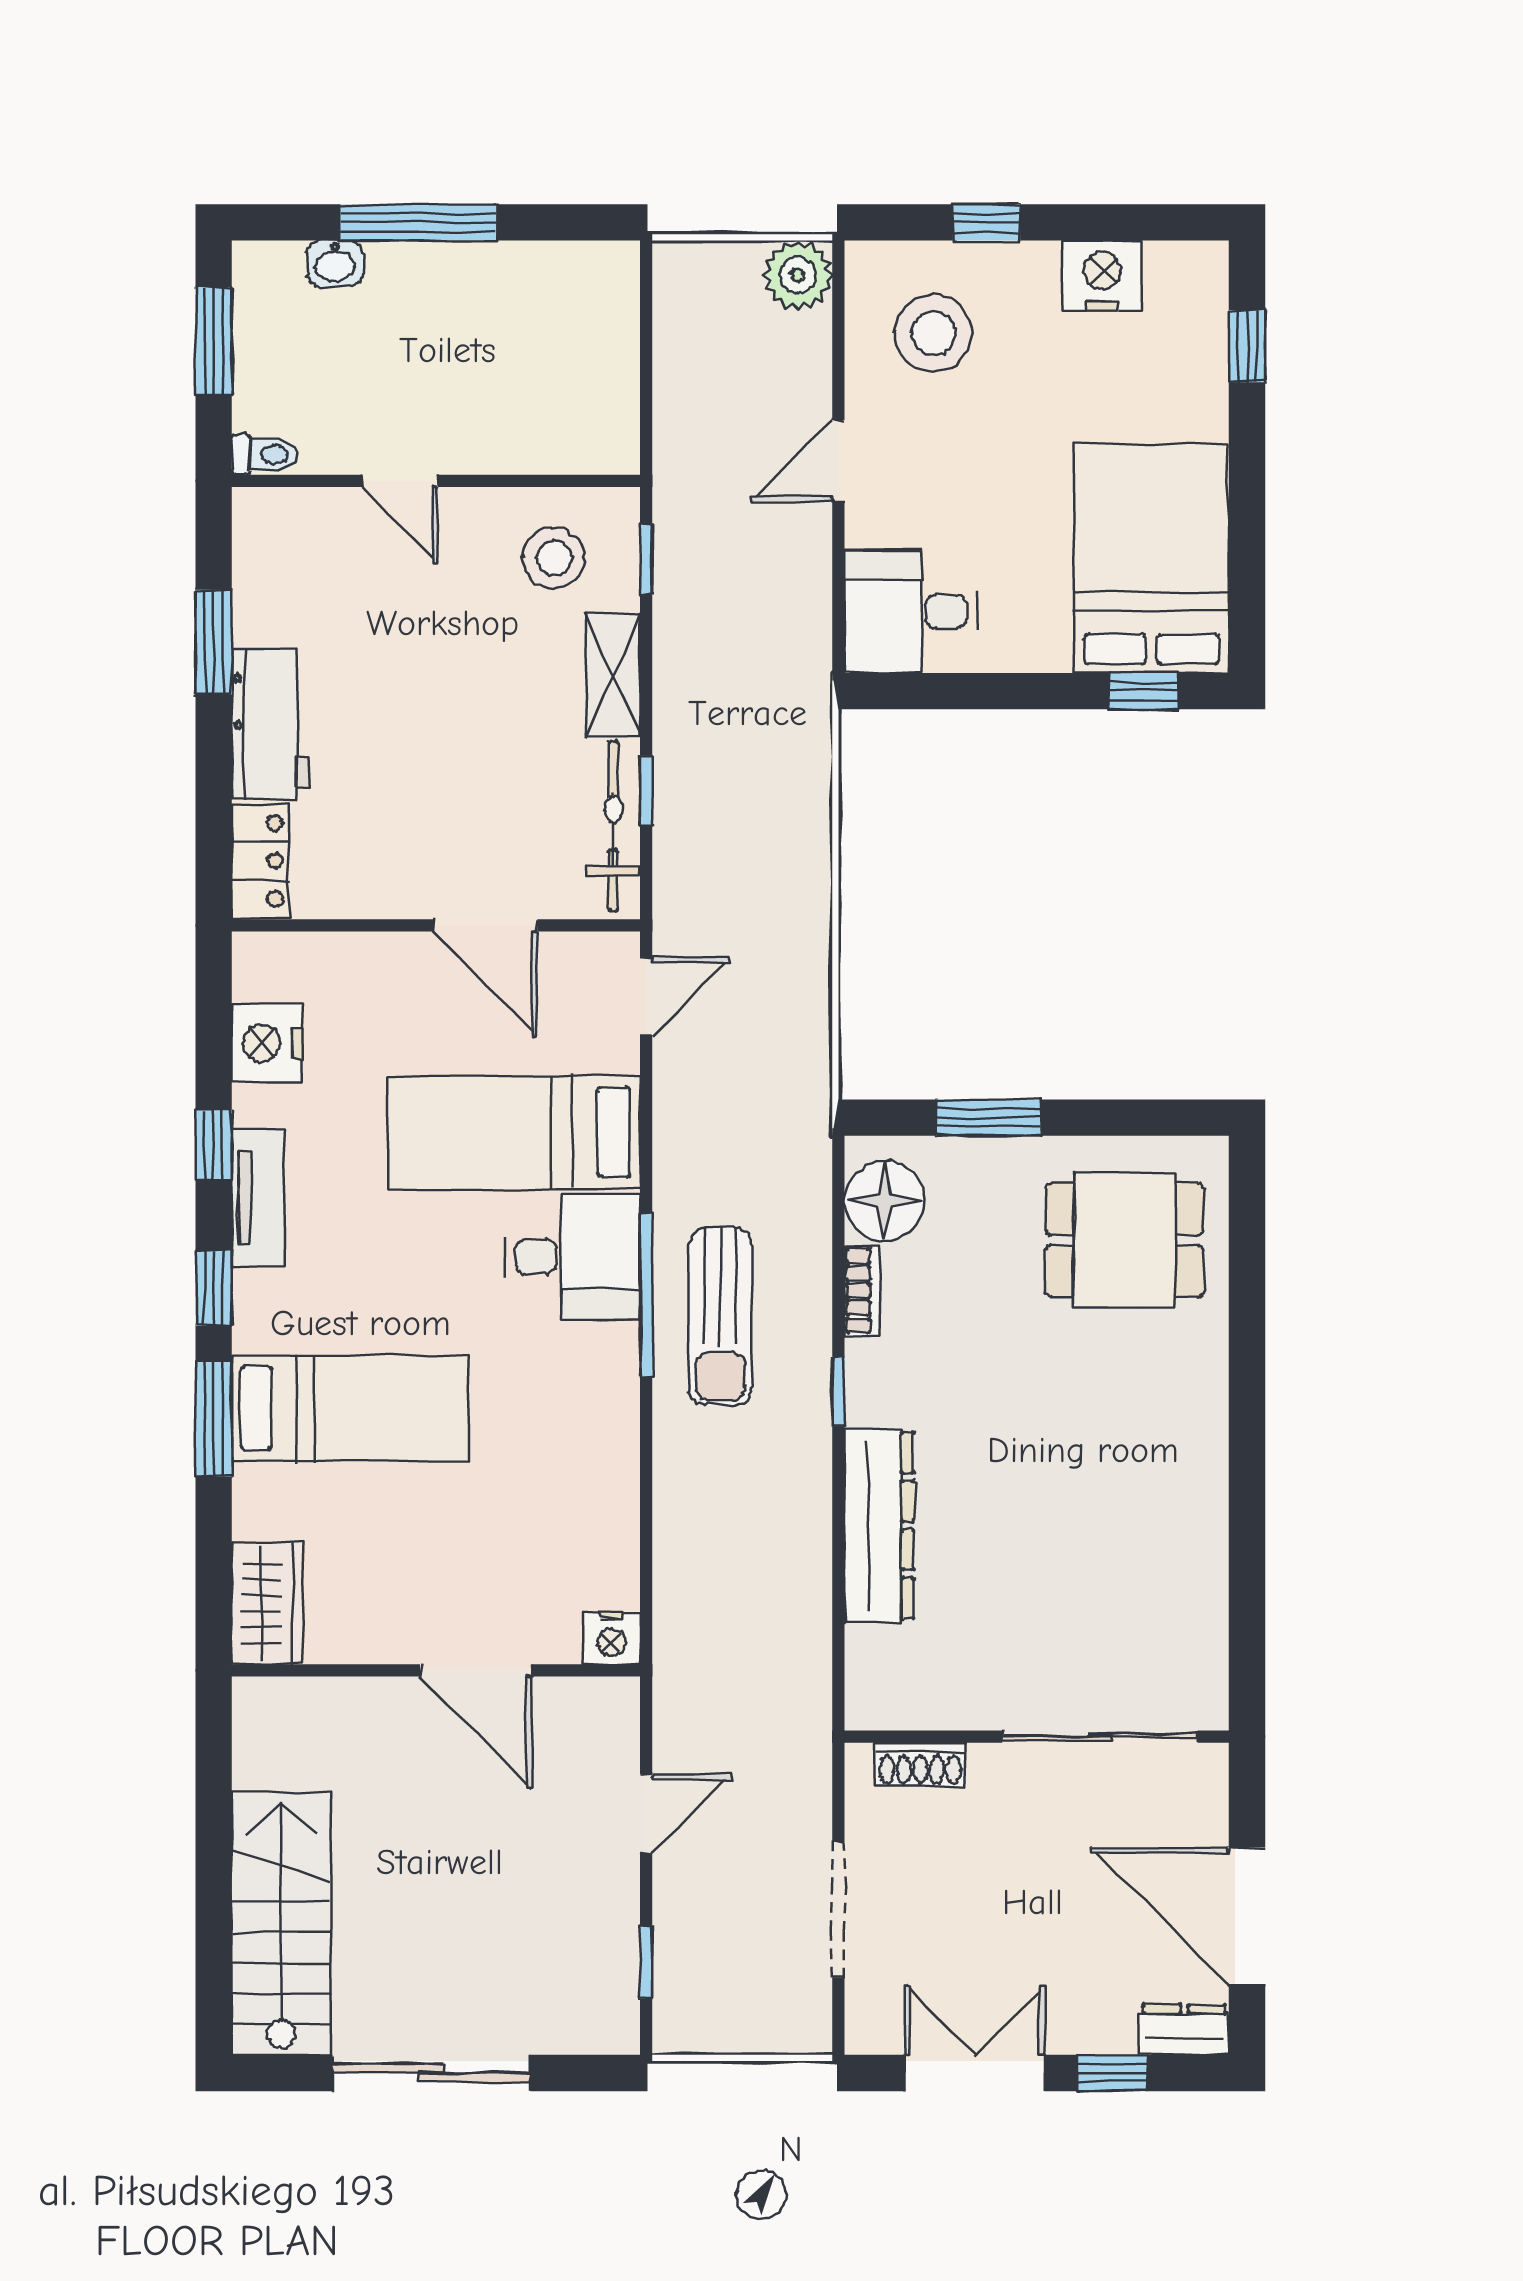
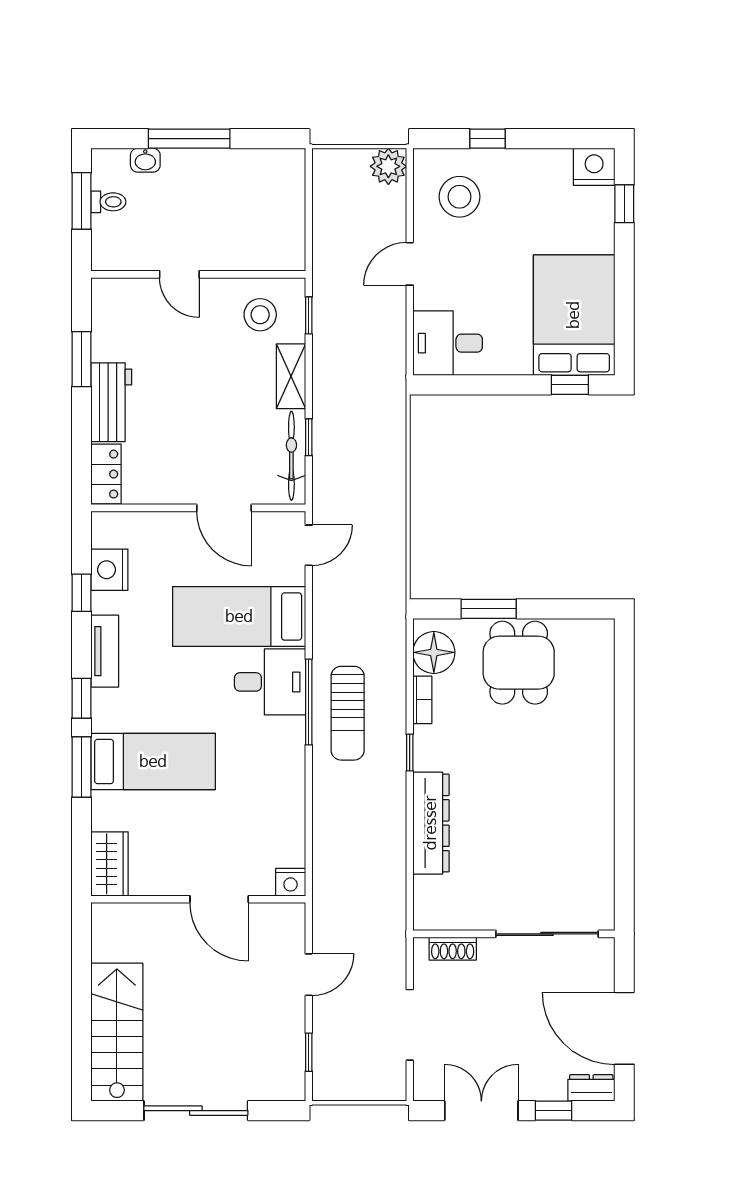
nightstand: (1102, 276) -> (594, 167), moved
toilet: (265, 454) -> (108, 202), moved
window: (214, 1145) -> (81, 593), moved
dining table: (1124, 1240) -> (519, 663), moved, turned 90

